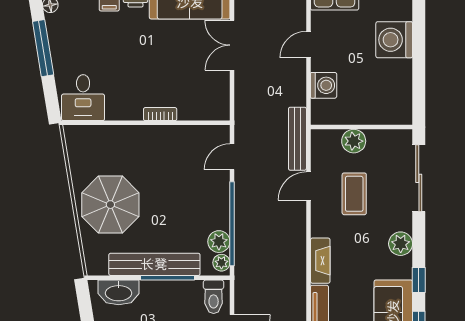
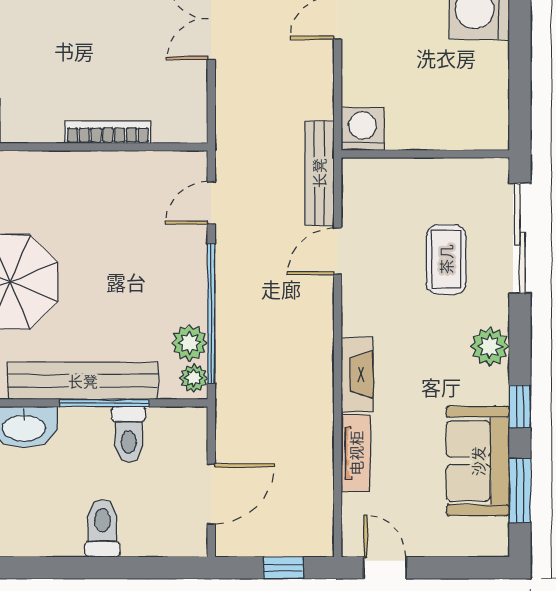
washing machine: (324, 85) -> (363, 129), moved, turned -90
bookcase: (160, 114) -> (108, 132), width x1.56
plant: (354, 141) -> (412, 177), removed
coffee table: (354, 194) -> (446, 259), moved
toilet: (214, 297) -> (129, 434), moved

